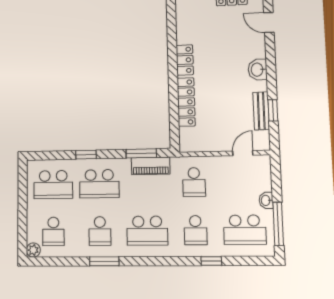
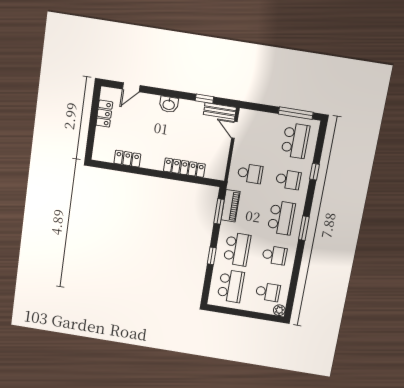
locker: (185, 60) -> (127, 159), moved
bench: (261, 111) -> (220, 111), moved
washbasin: (266, 200) -> (276, 119), removed
window: (104, 261) -> (304, 228), moved

